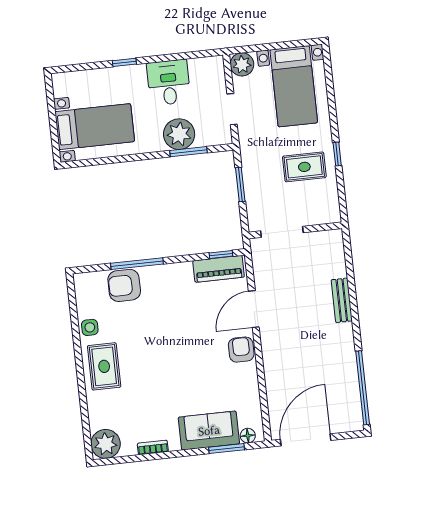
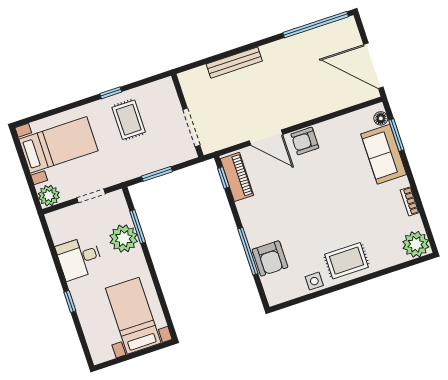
bench: (342, 300) -> (234, 63), width x1.36

